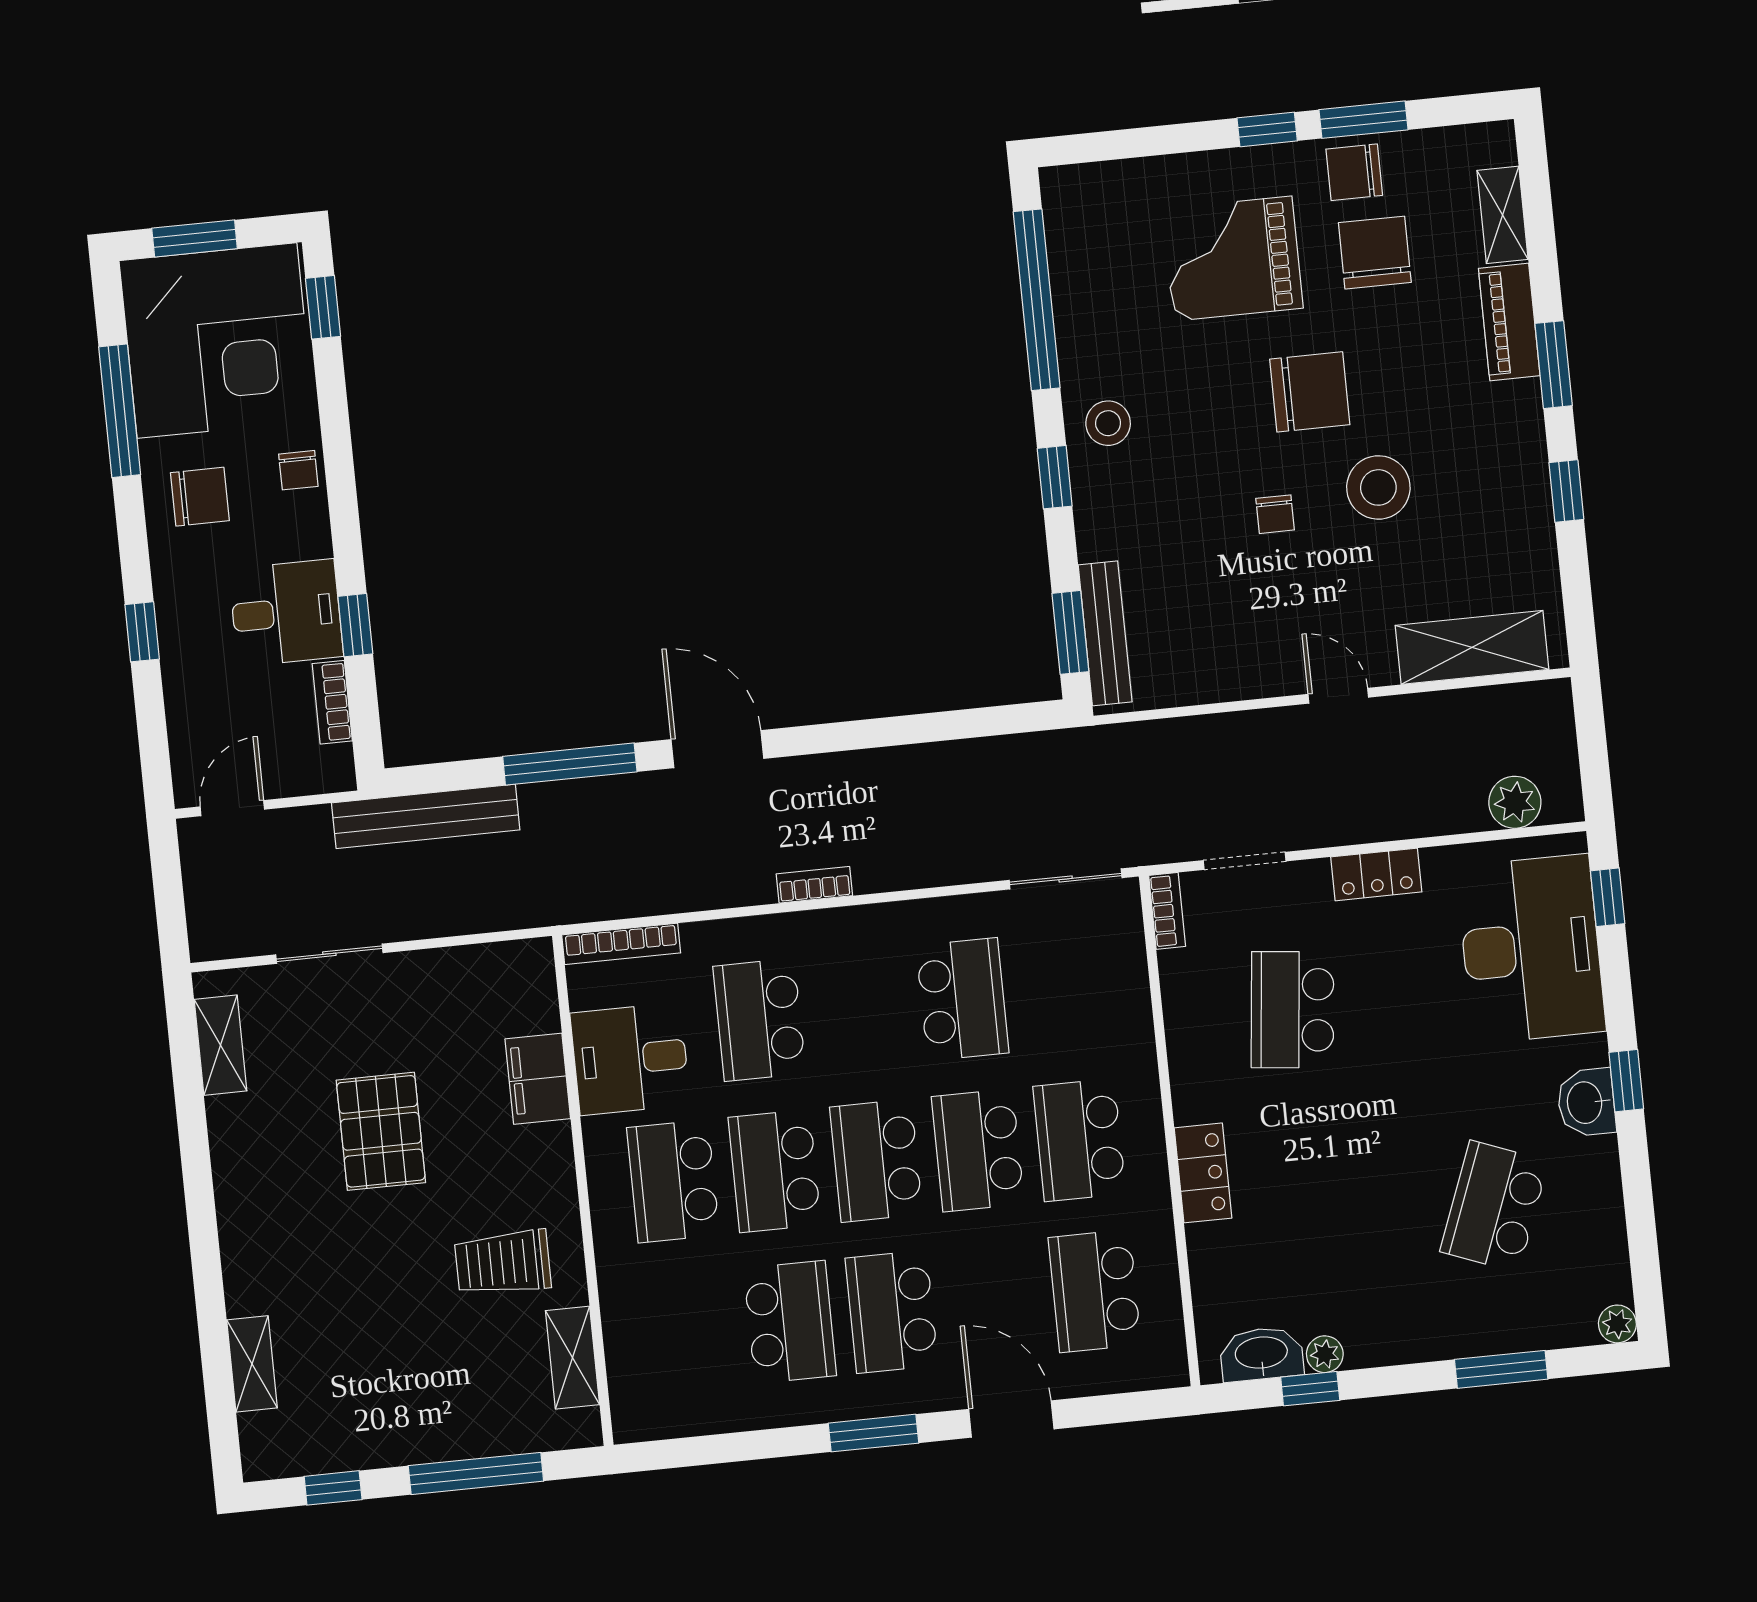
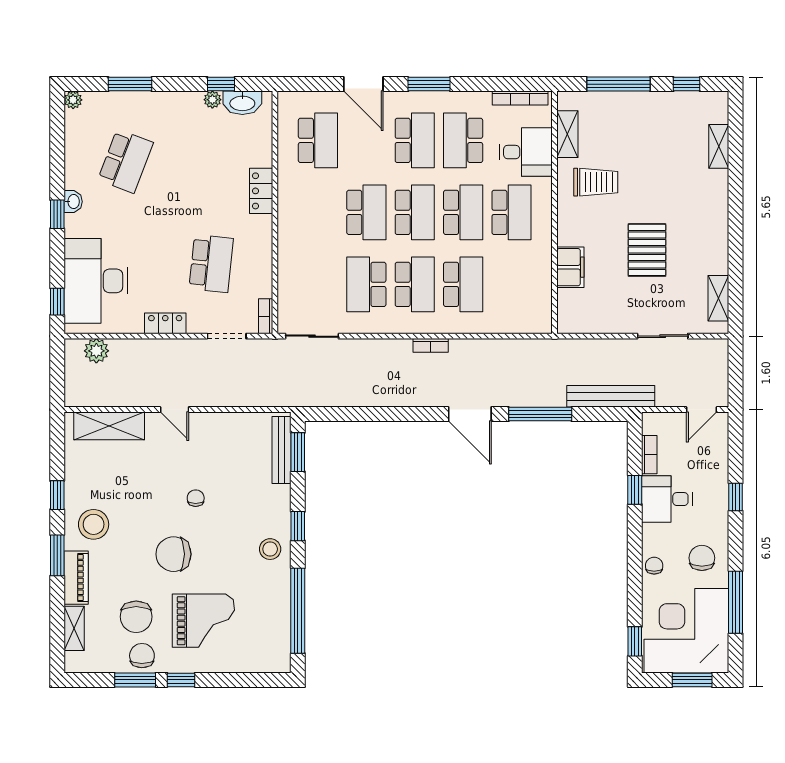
chair: (1354, 172) -> (142, 656), turned -90
stool: (1378, 487) -> (94, 524), moved
chair: (200, 497) -> (702, 558), turned 90
bookcase: (621, 944) -> (520, 98), moved, turned 180
desk: (630, 1059) -> (526, 152), moved
washbasin: (1586, 1102) -> (73, 202), width x0.72, depth x0.69
school desk: (1079, 1140) -> (415, 284), moved

